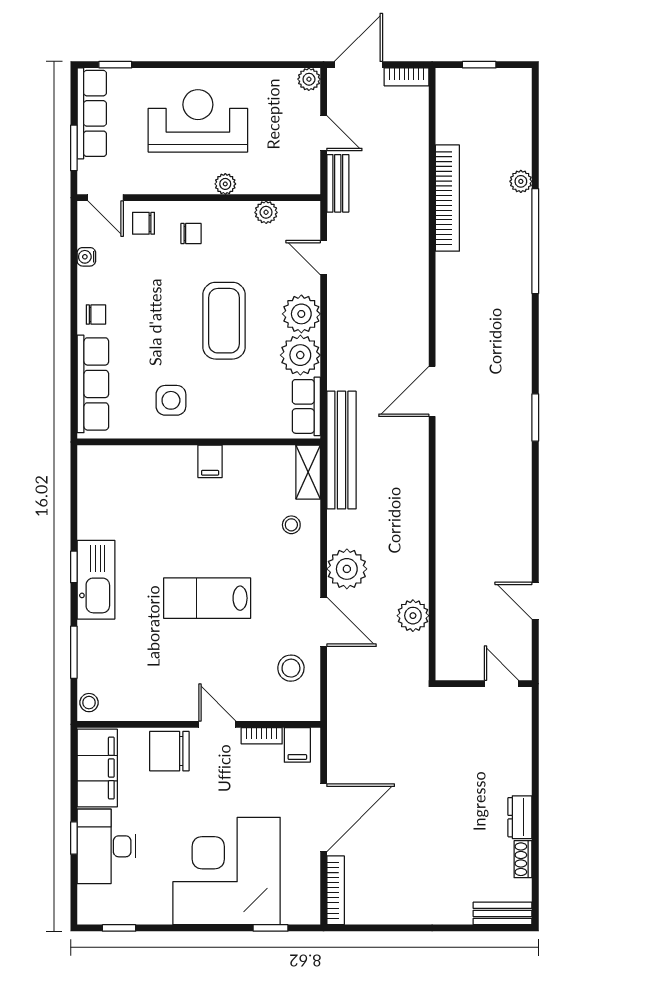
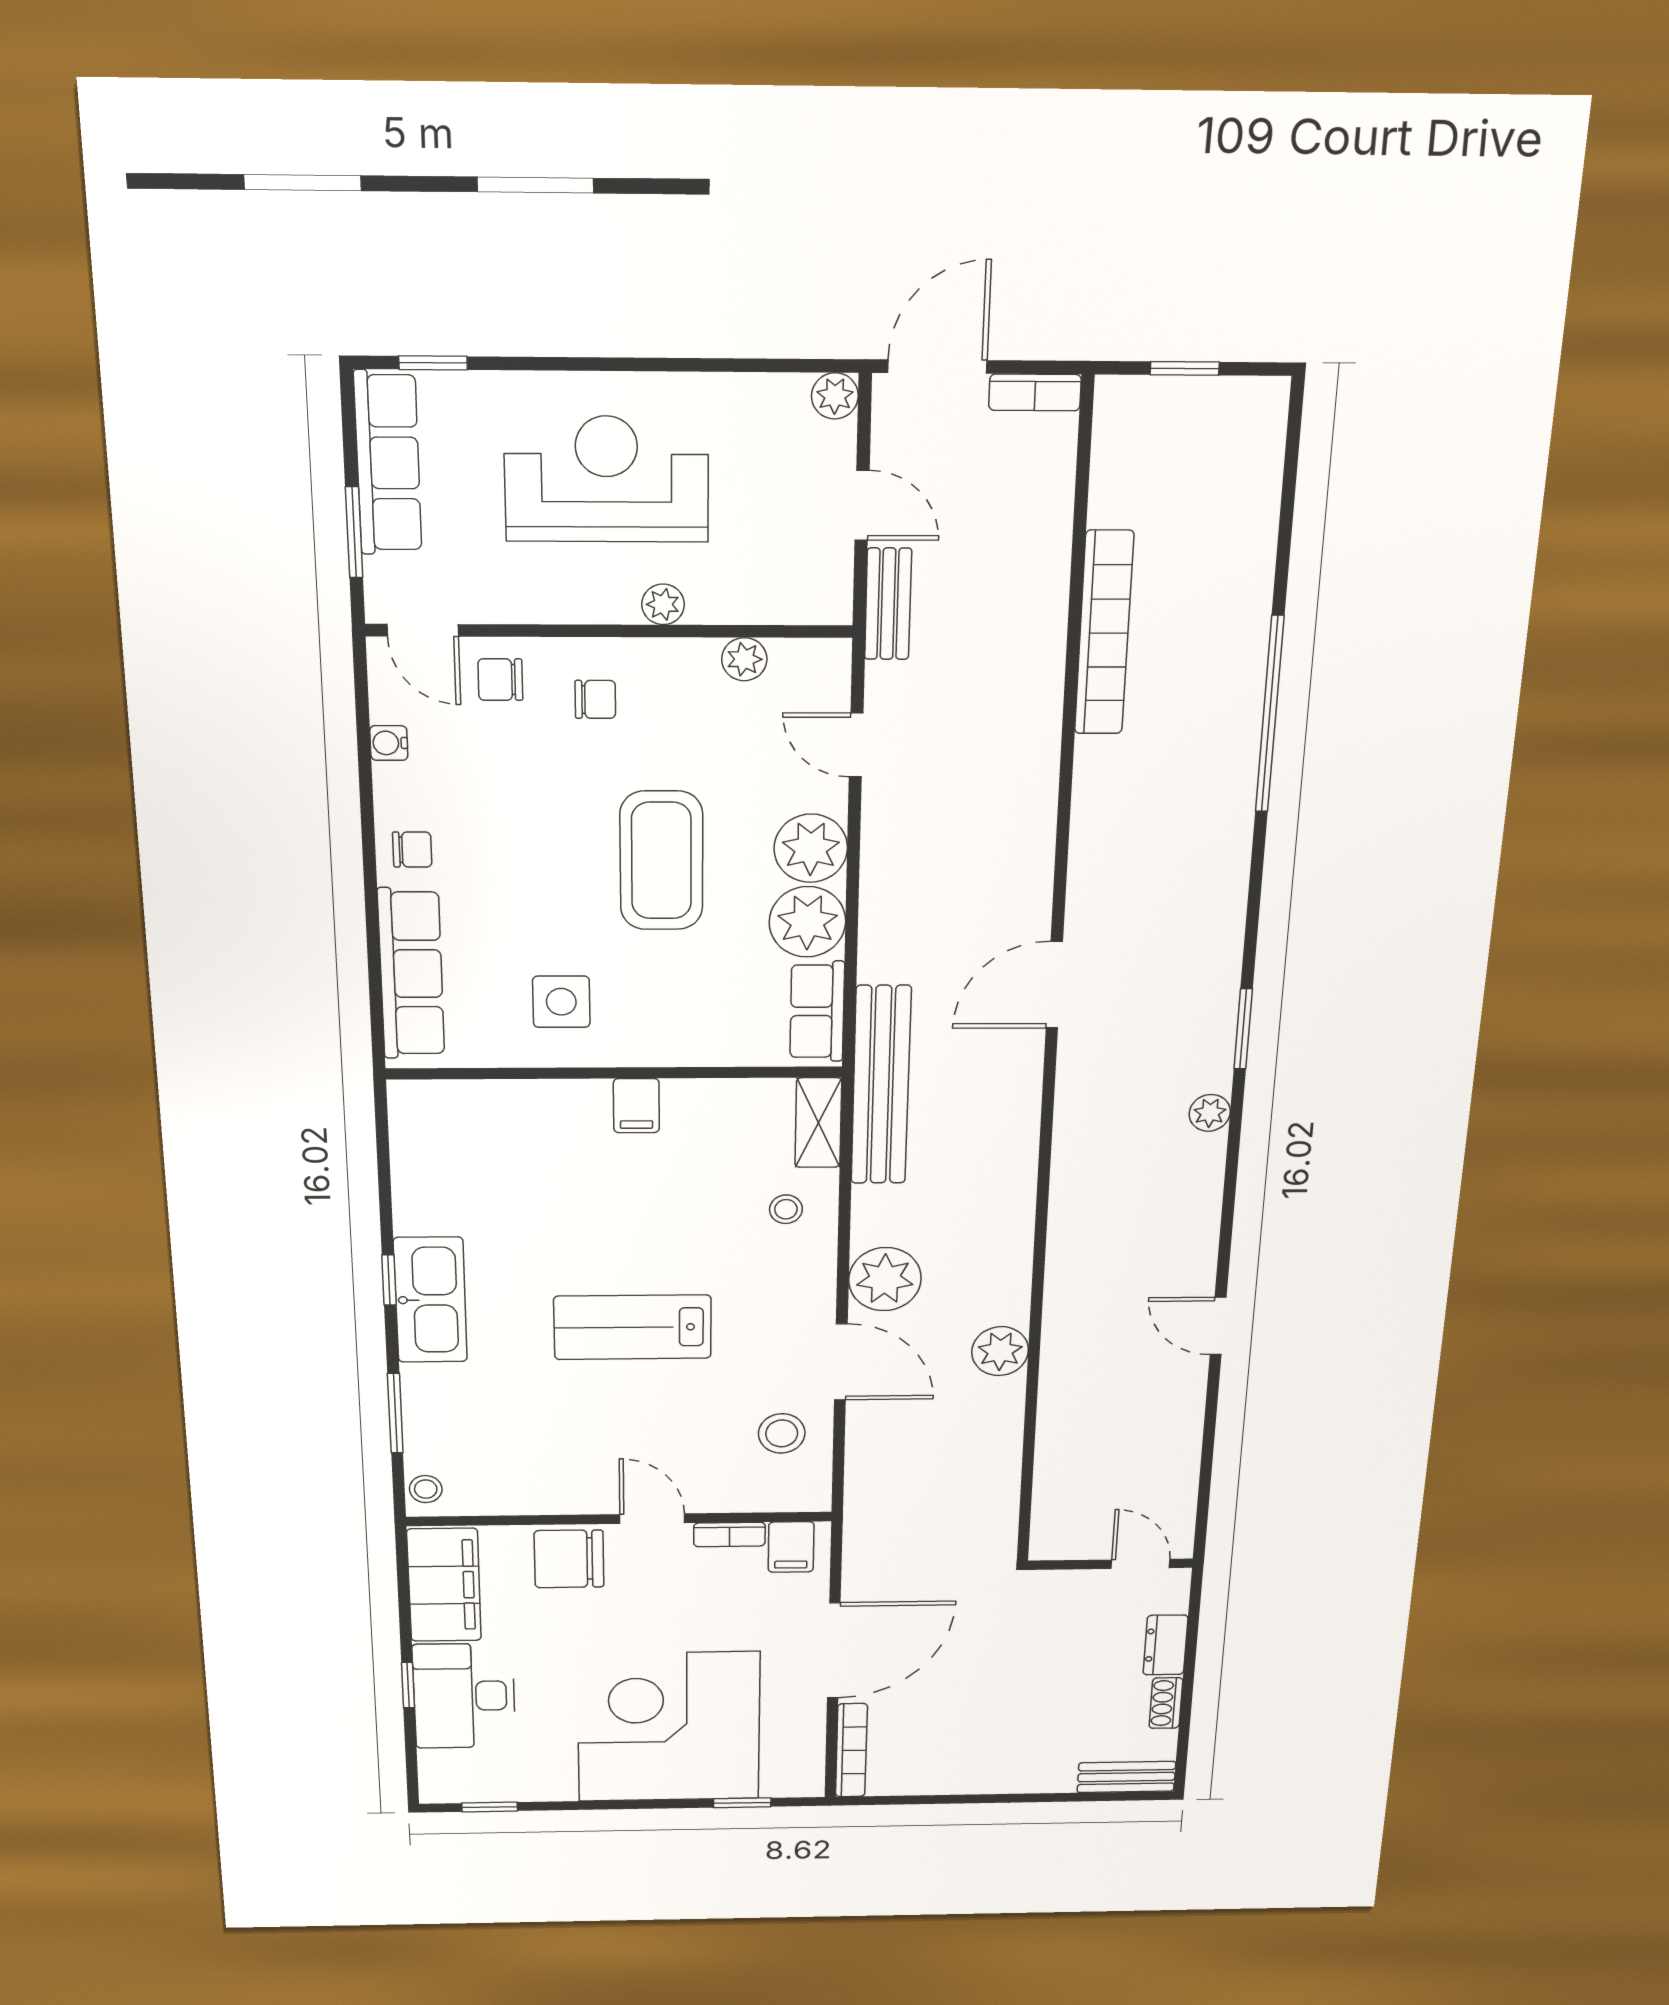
plant: (521, 181) -> (1210, 1113), moved
wall: (484, 684) -> (1110, 1564), moved
door: (501, 684) -> (1140, 1564), moved

